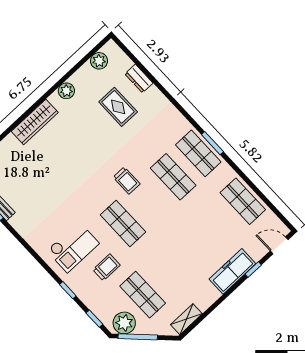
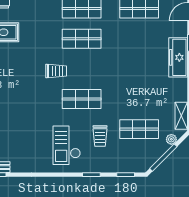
checkout: (73, 247) -> (67, 145), turned 180
trolley: (107, 267) -> (100, 136), turned 180
plant: (124, 323) -> (171, 139), moved, width x0.53, depth x0.53

